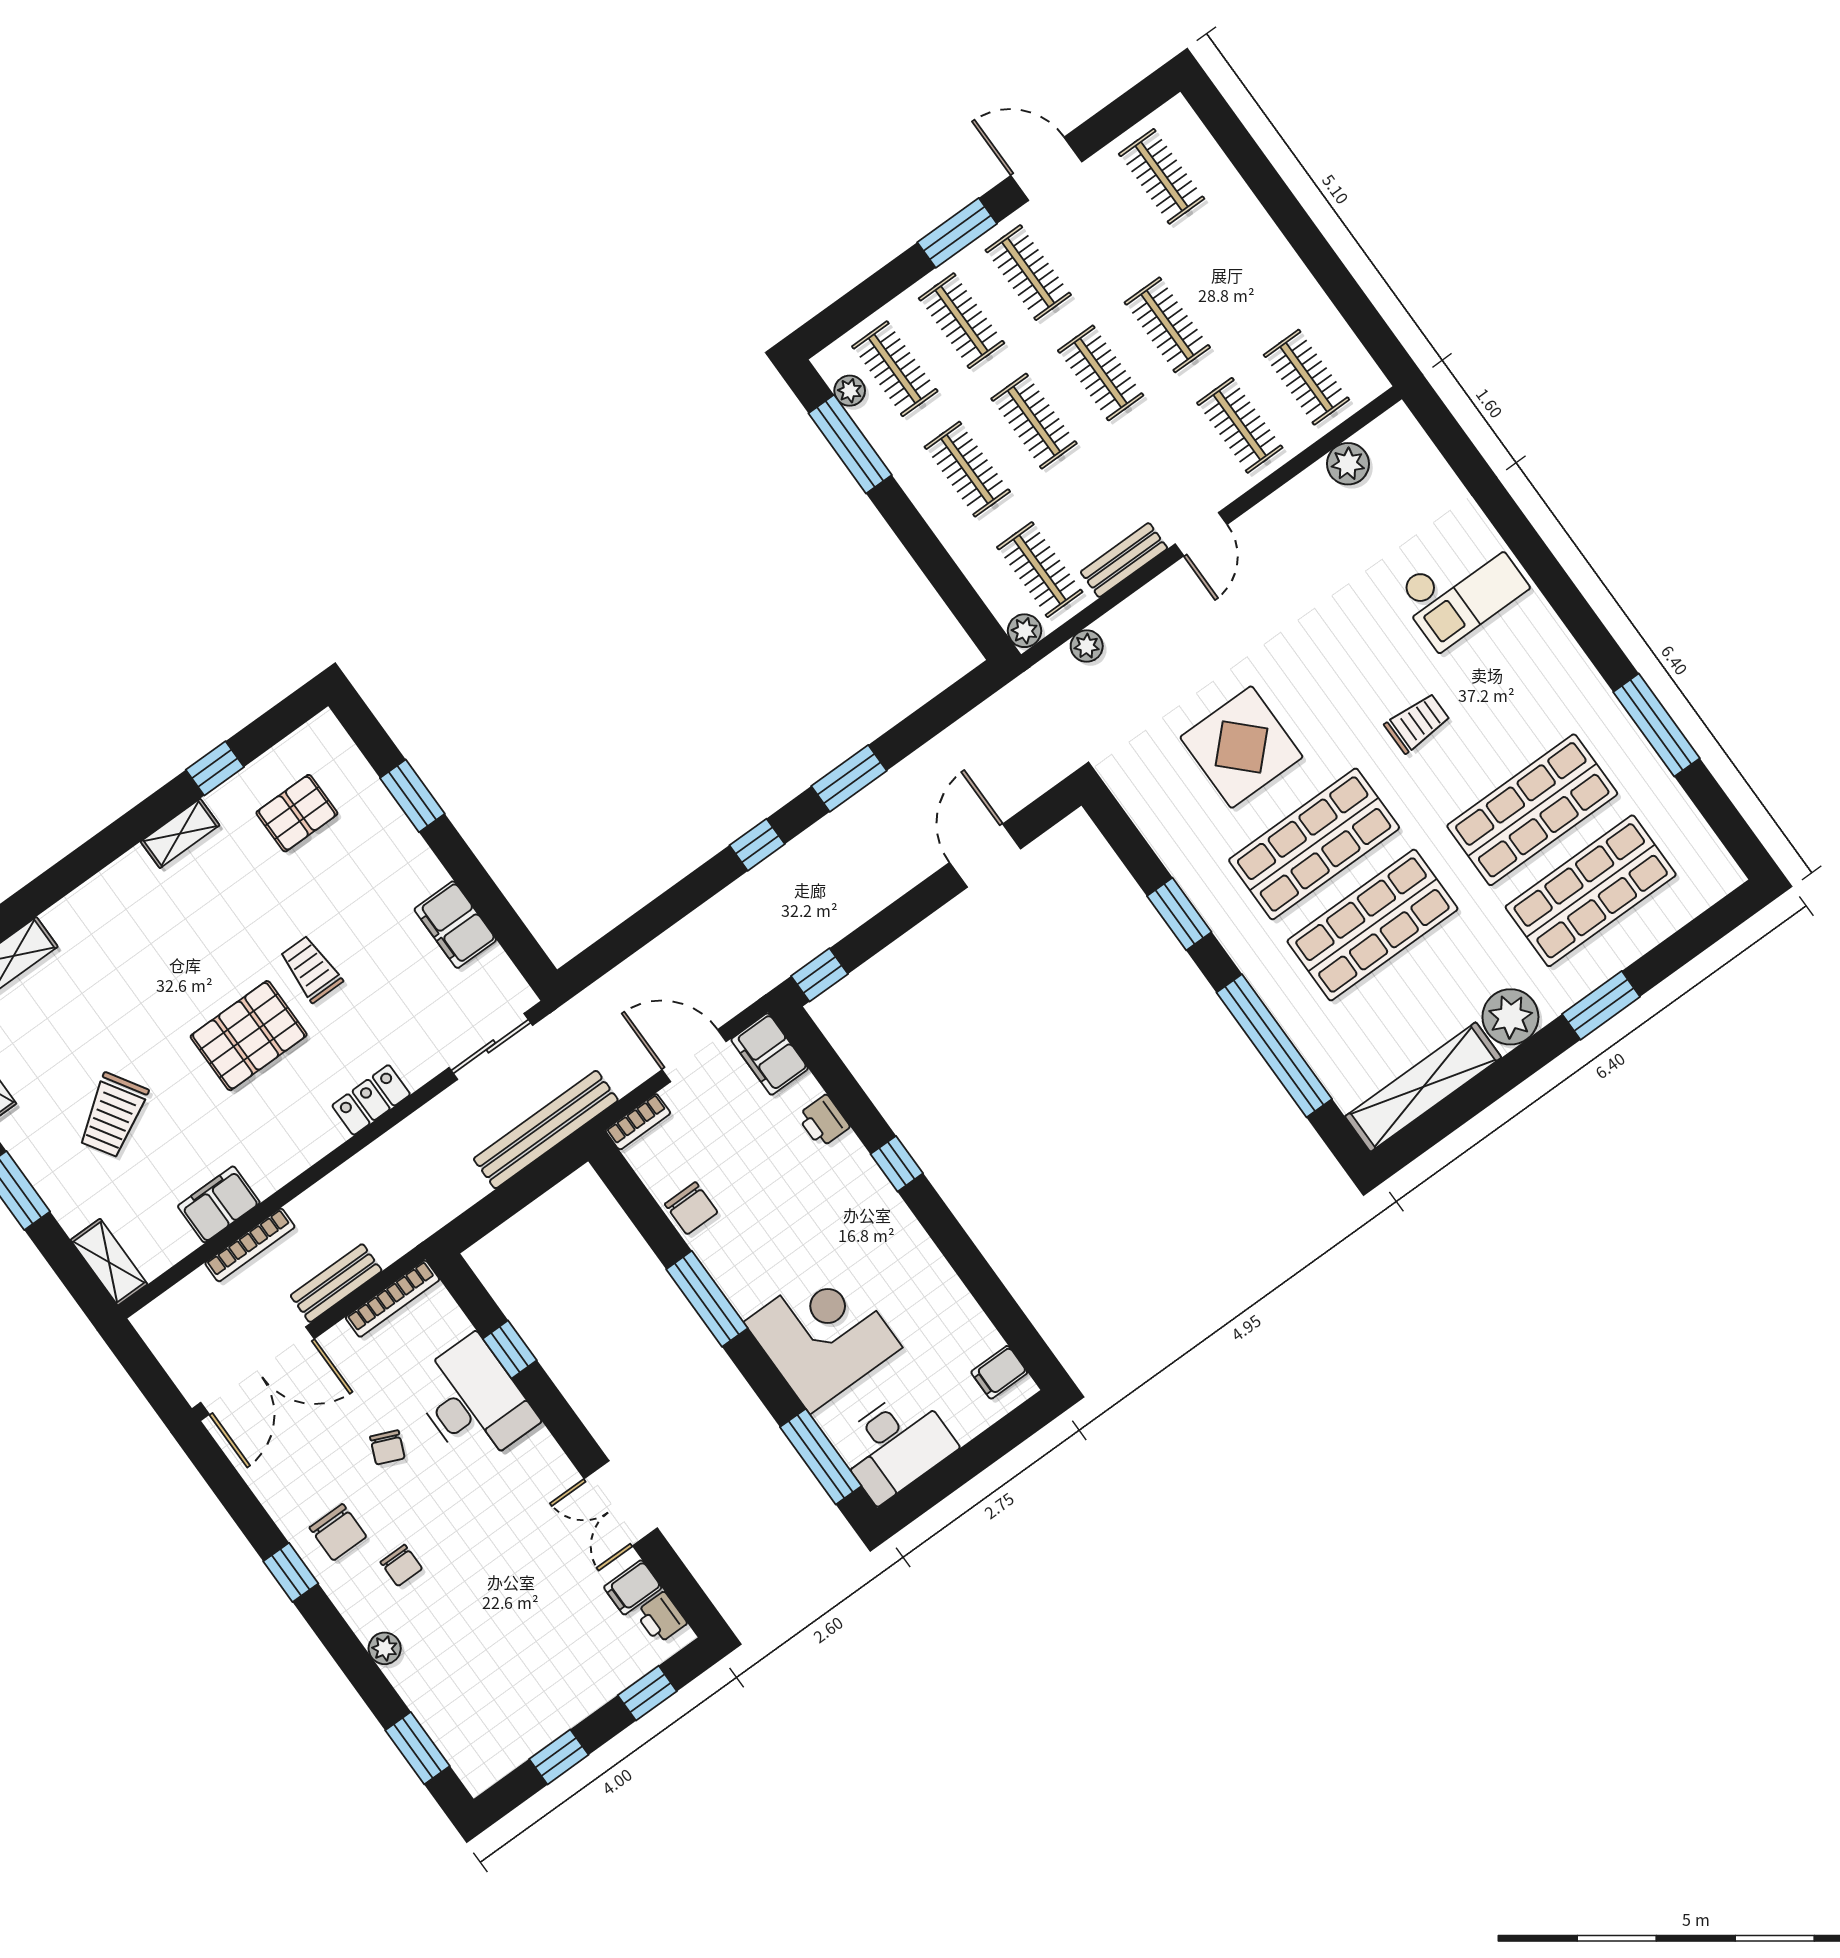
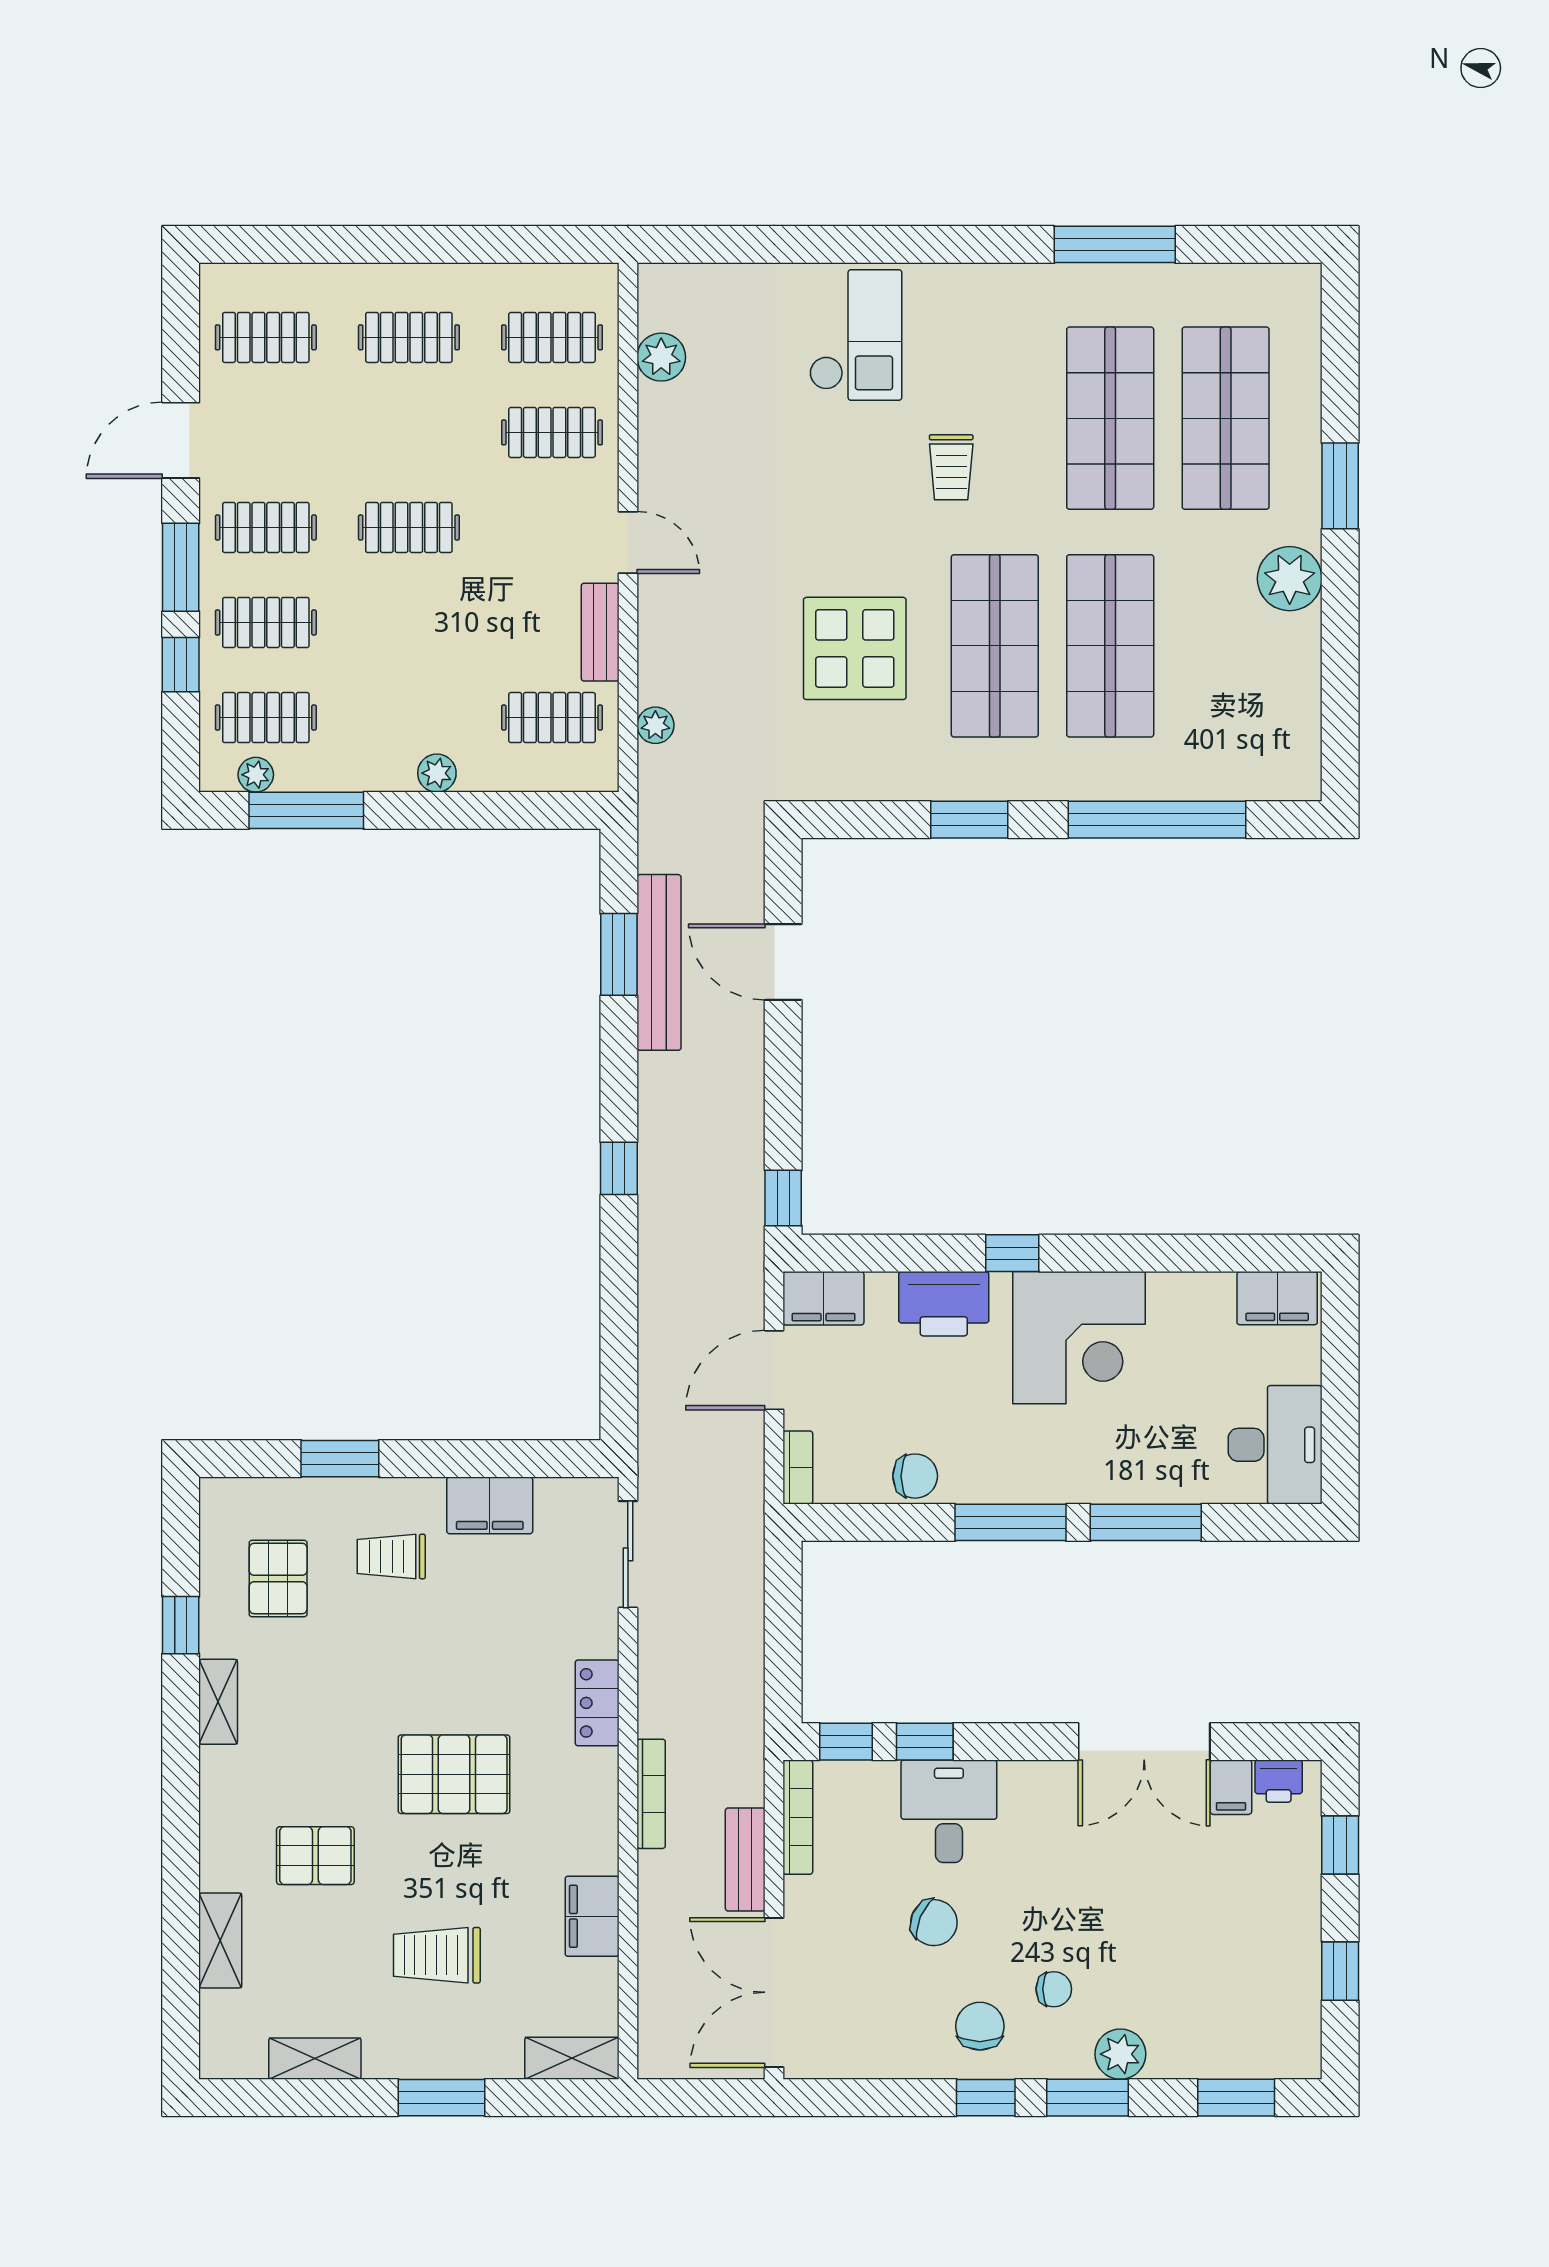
window: (889, 282) -> (181, 665), added
clothes rail: (1167, 325) -> (409, 337), moved
clothes rail: (1034, 421) -> (409, 622), removed
clothes rail: (967, 469) -> (409, 718), removed
plant: (1025, 631) -> (437, 773), moved
trolley: (1417, 723) -> (951, 467), turned 180
window: (849, 778) -> (619, 954), moved
trolley: (311, 969) -> (391, 1557), moved
pallet: (121, 980) -> (315, 1856), added
pallet: (249, 1036) -> (454, 1774), turned 90
shelving: (1423, 1087) -> (1296, 708), removed
trolley: (113, 1115) -> (437, 1955), turned 122
printer: (823, 1121) -> (944, 1304), width x1.87, depth x1.48
bench: (546, 1130) -> (659, 962), moved
bookcase: (250, 1245) -> (651, 1794), moved
window: (470, 1294) -> (846, 1742), added
corner desk: (823, 1335) -> (1079, 1338), moved, turned 180
double door: (257, 1371) -> (774, 1992), swing flipped
filing cabinet: (999, 1372) -> (1277, 1298), width x2.00
desk: (473, 1402) -> (949, 1811), width x0.73
chair: (387, 1447) -> (934, 1923), width x1.37, depth x1.37
window: (821, 1457) -> (1146, 1522), moved
double door: (621, 1503) -> (1144, 1742), width x1.37
chair: (338, 1532) -> (980, 2026), turned -90
window: (342, 1644) -> (1088, 2098), added
plant: (385, 1648) -> (1120, 2054), width x1.38, depth x1.38

